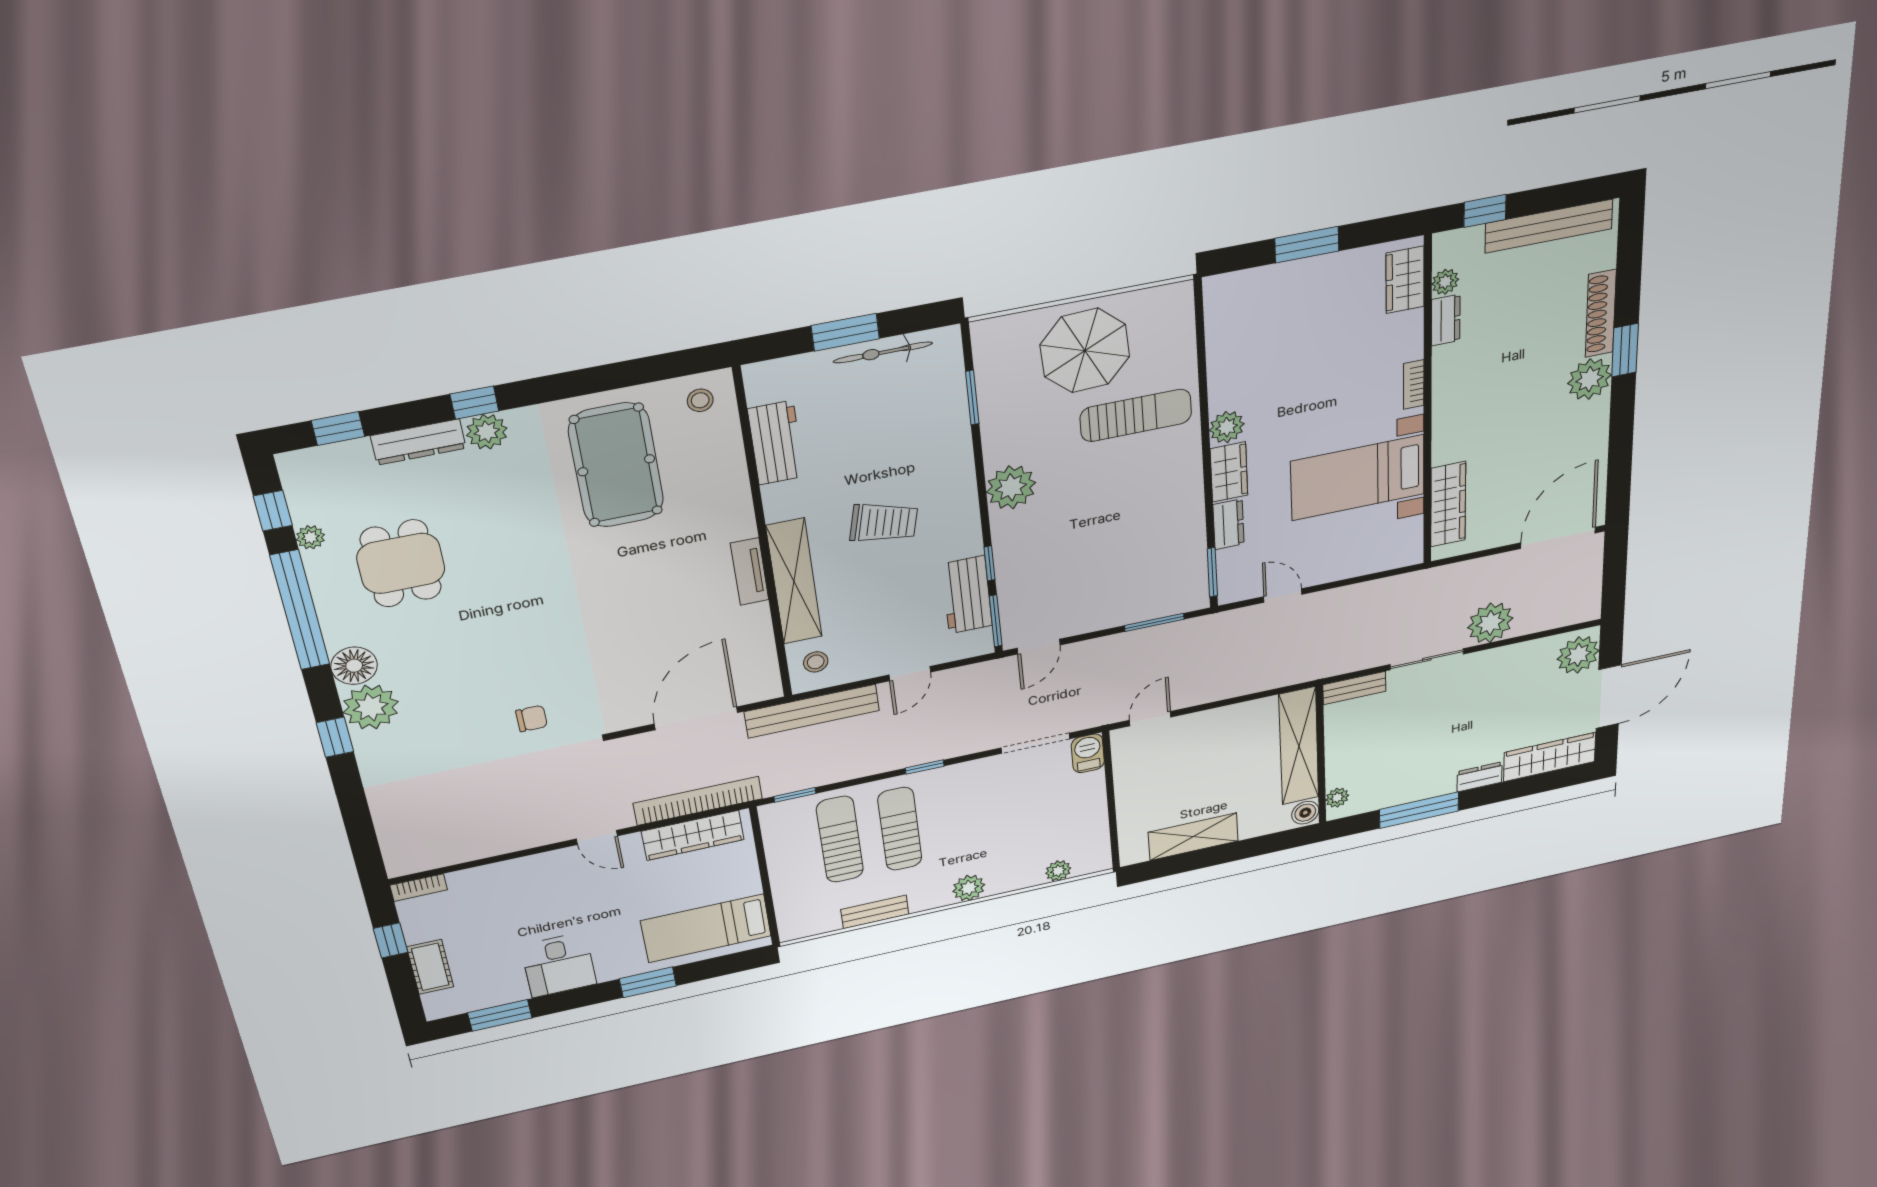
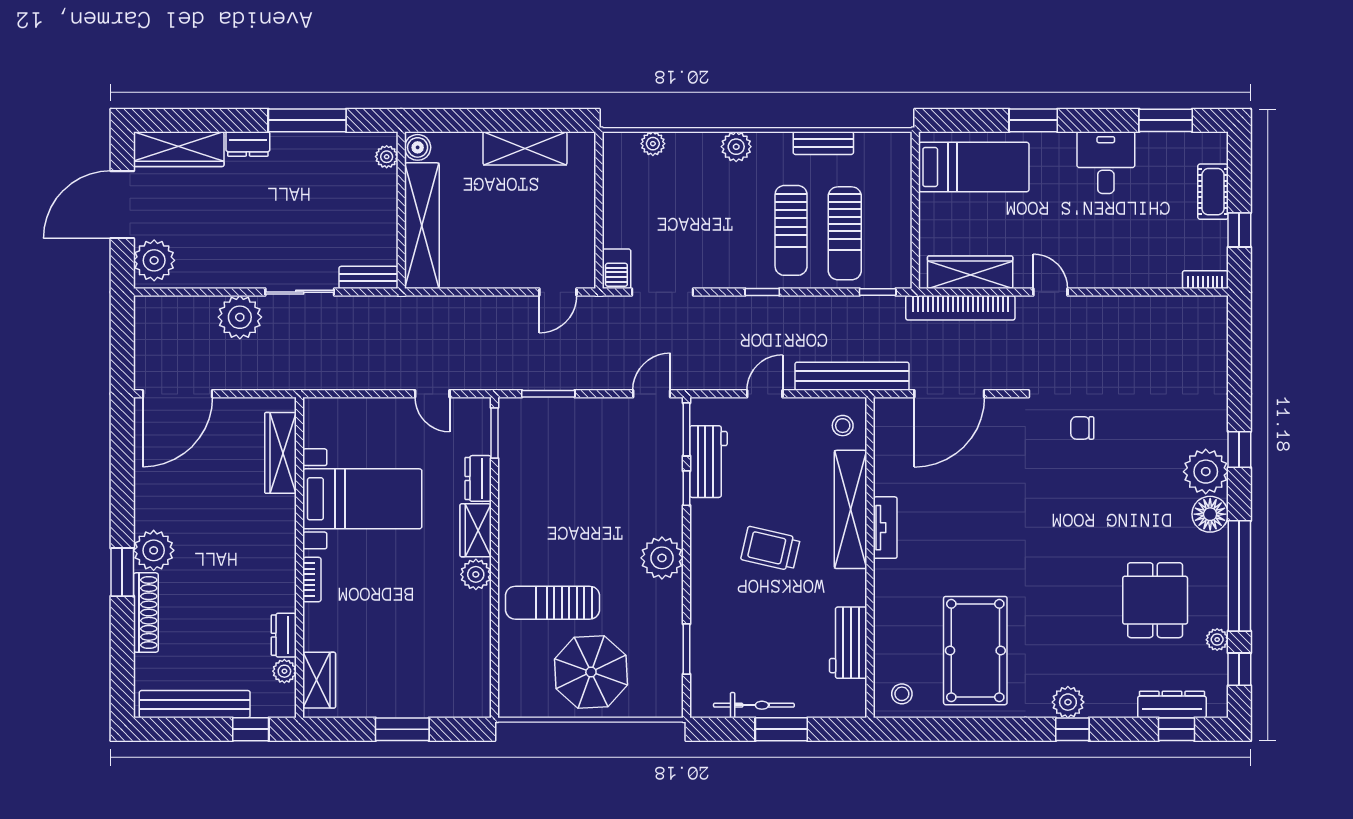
dresser: (418, 442) -> (1172, 705), moved

